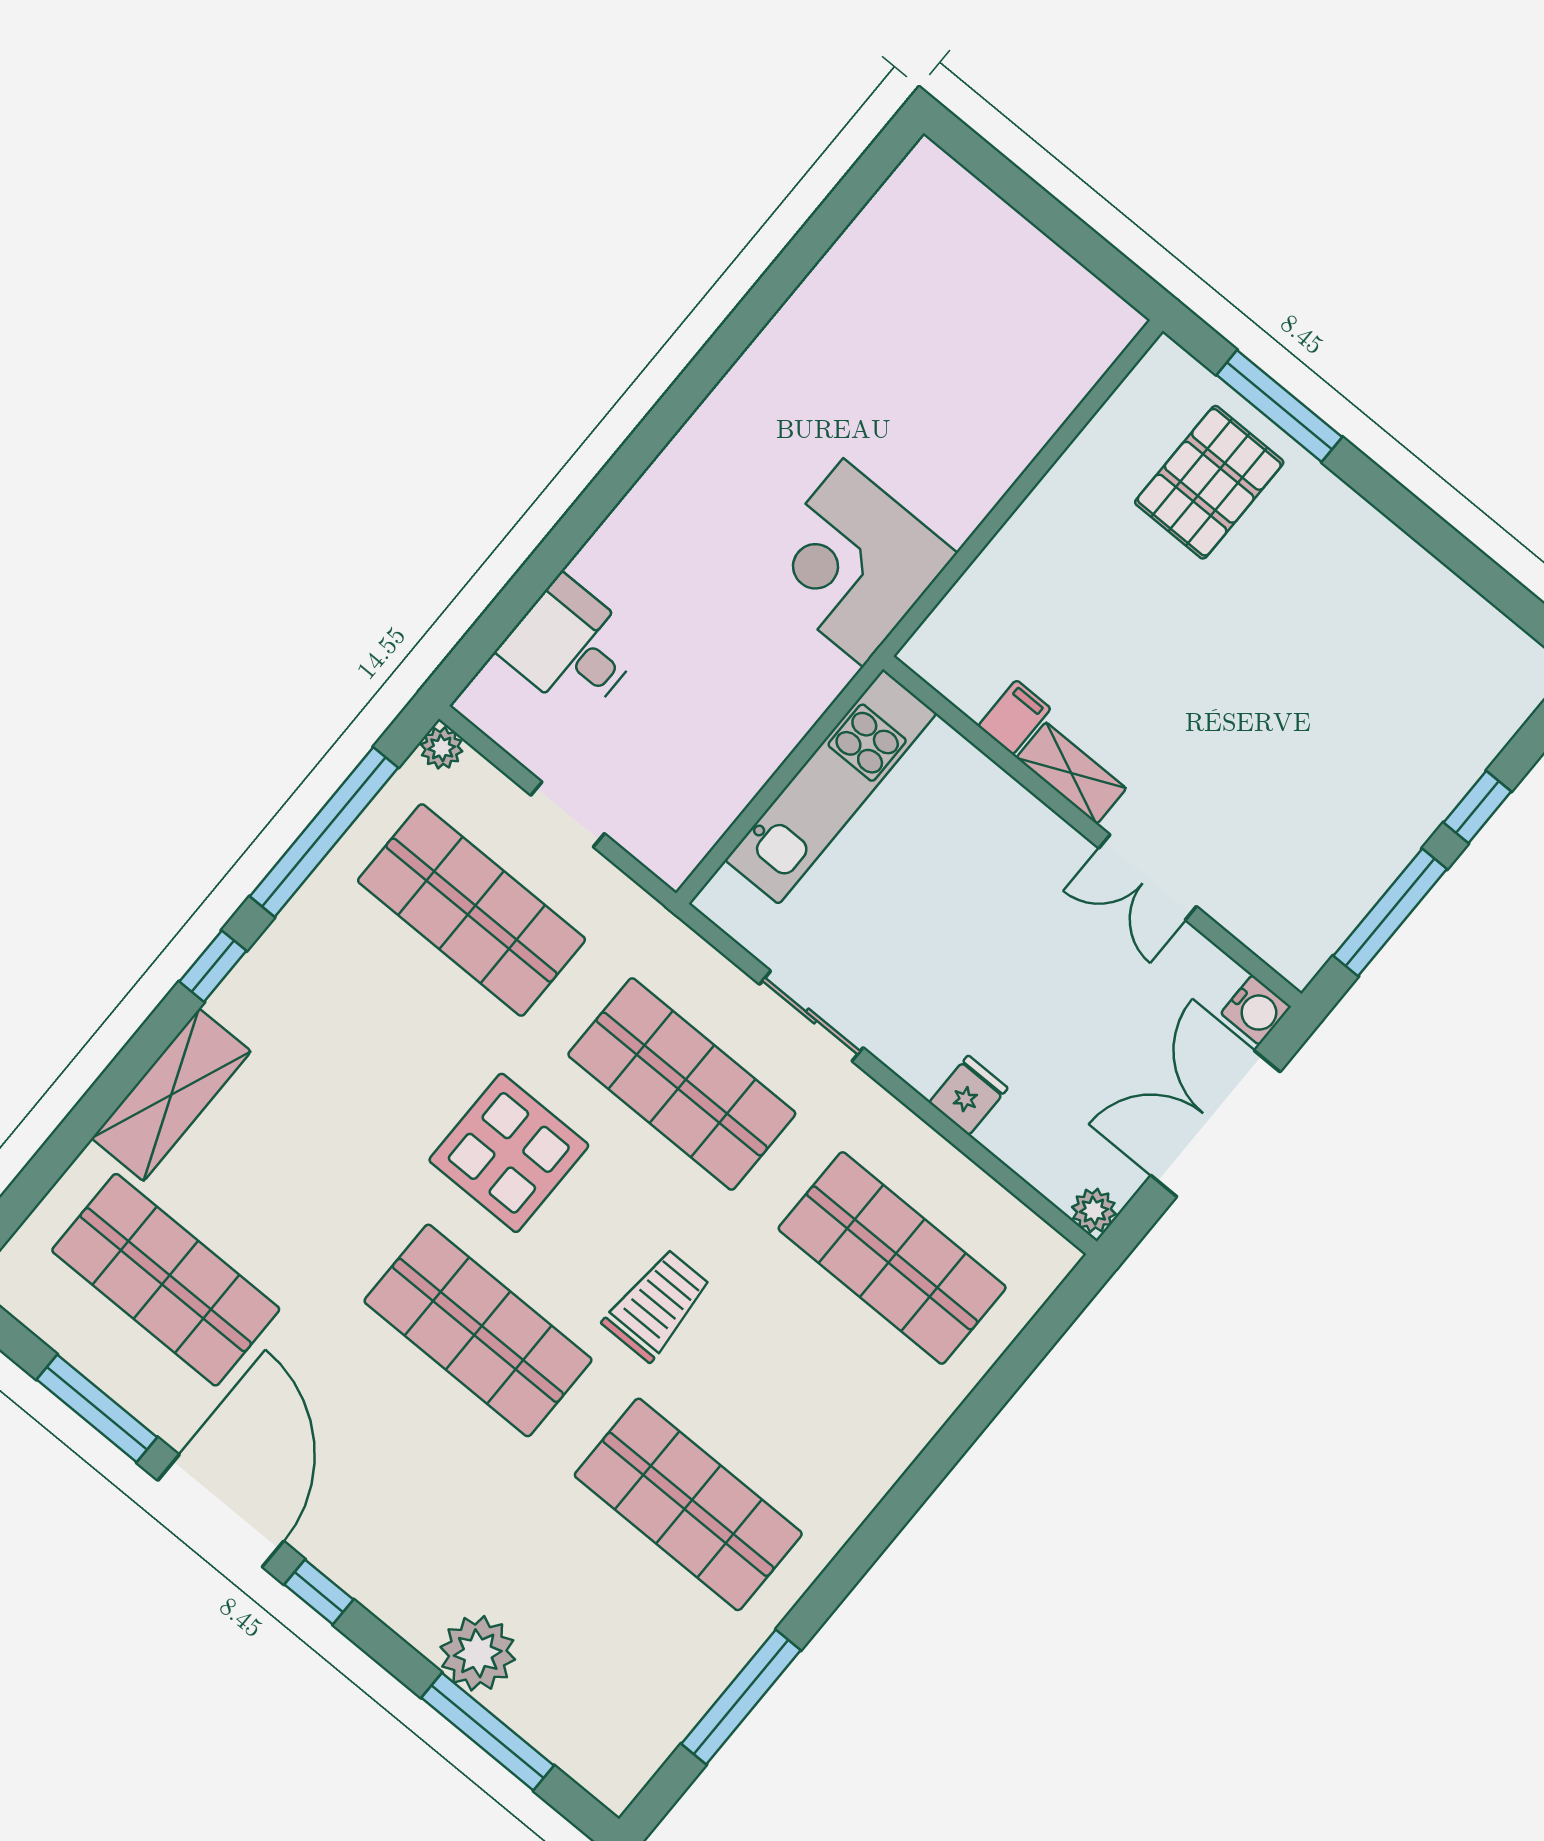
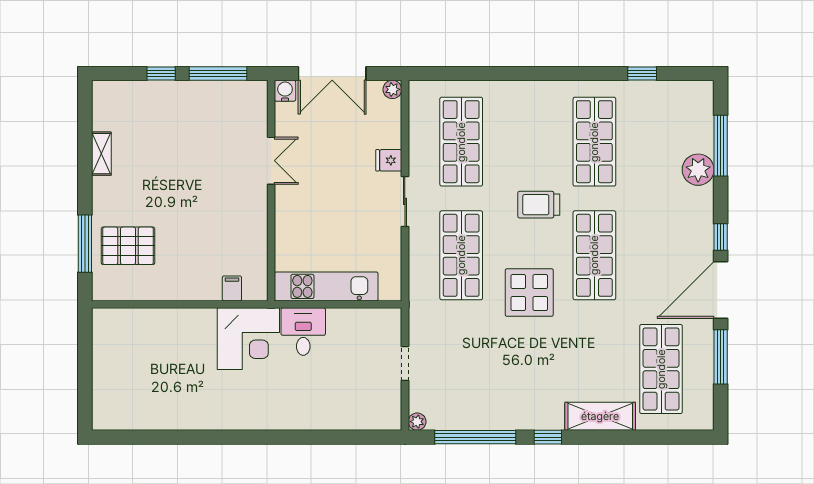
desk: (572, 647) -> (303, 332), moved, turned 180
filing cabinet: (1014, 717) -> (232, 288), moved, turned 90
shelving: (1071, 773) -> (101, 154), moved
shop shelf: (472, 910) -> (461, 369), removed
sliding door: (811, 1016) -> (405, 201), moved
window: (741, 1697) -> (642, 74), width x0.46

